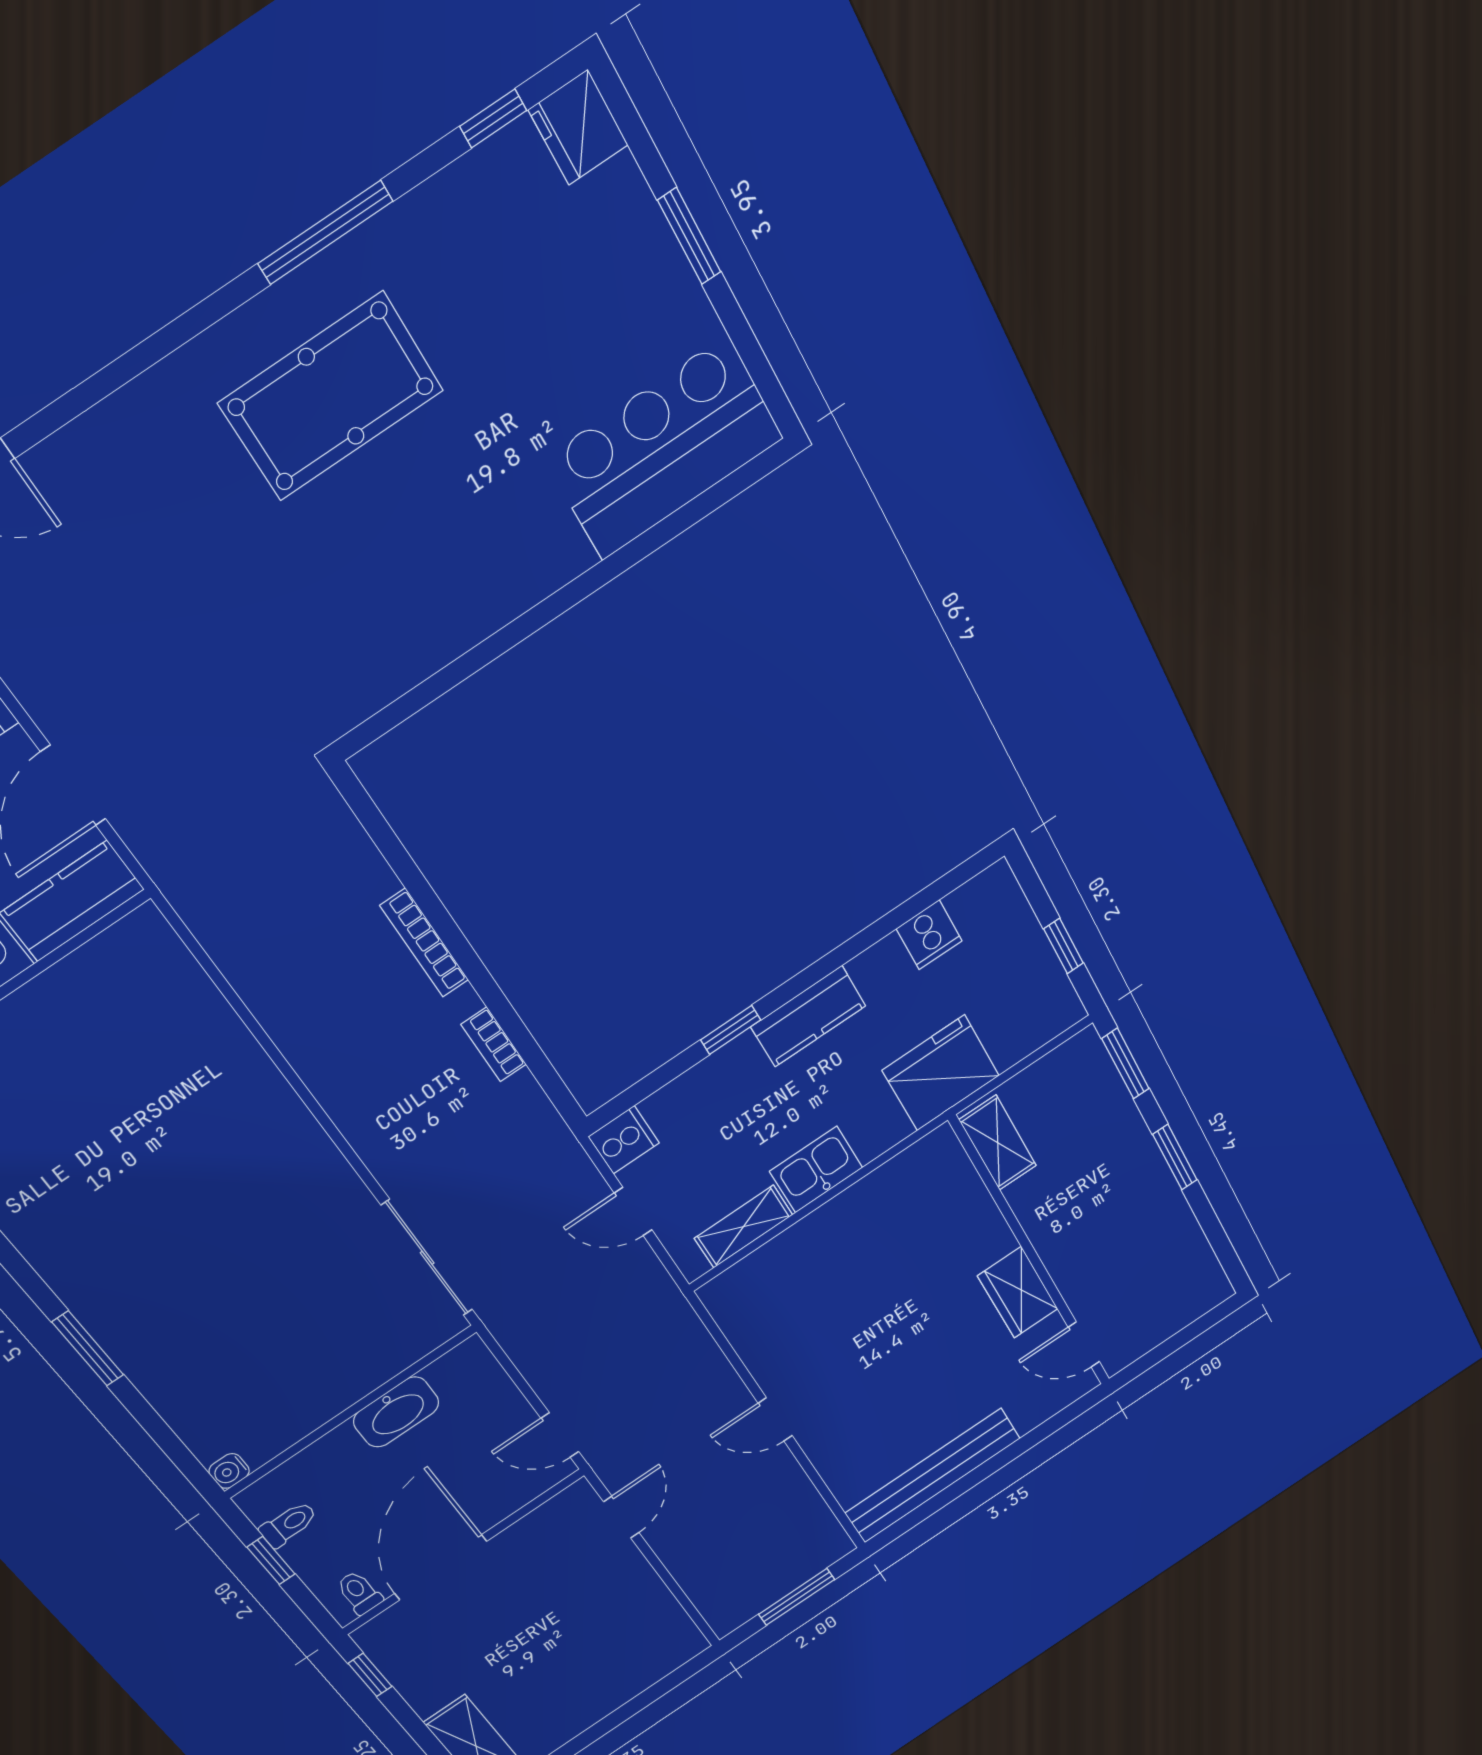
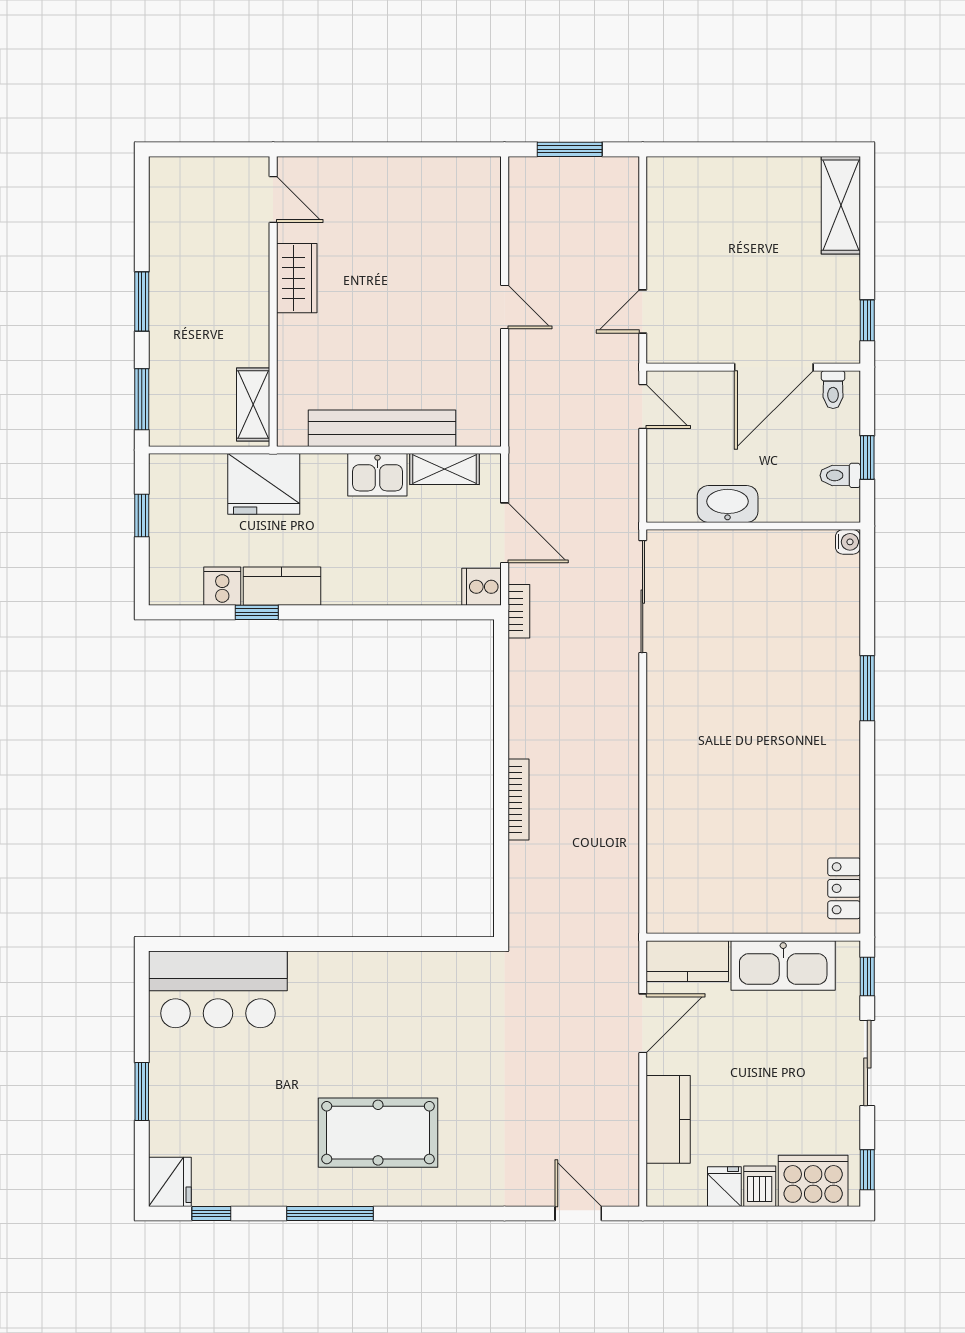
kitchen counter: (808, 1016) -> (282, 586), moved
window: (731, 1030) -> (257, 612), moved
bookcase: (494, 1044) -> (519, 611), moved
door: (633, 1211) -> (505, 533), width x1.38
bench: (933, 1476) -> (382, 428), moved

